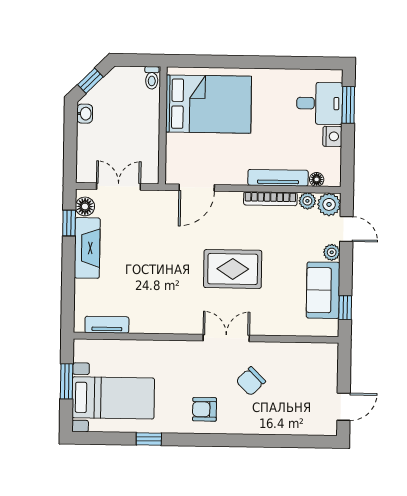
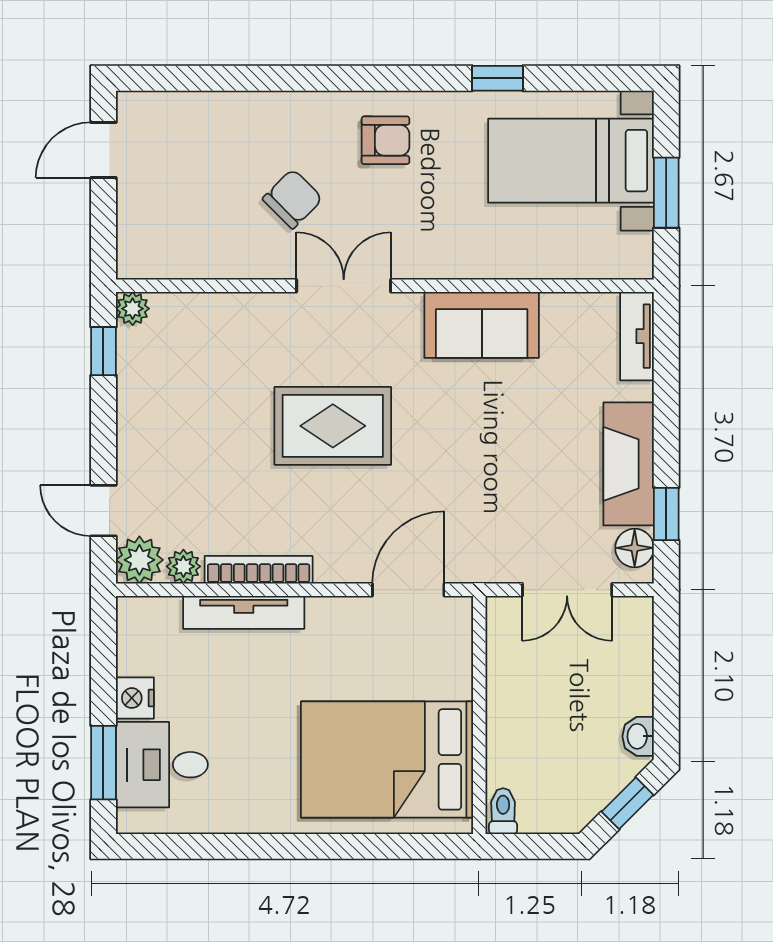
floor lamp: (317, 179) -> (165, 610), removed
plant: (332, 252) -> (133, 309), moved
sofa: (323, 290) -> (482, 325), moved, turned 90
tv unit: (107, 325) -> (637, 336), moved, turned 90
double door: (226, 338) -> (344, 286), swing flipped

